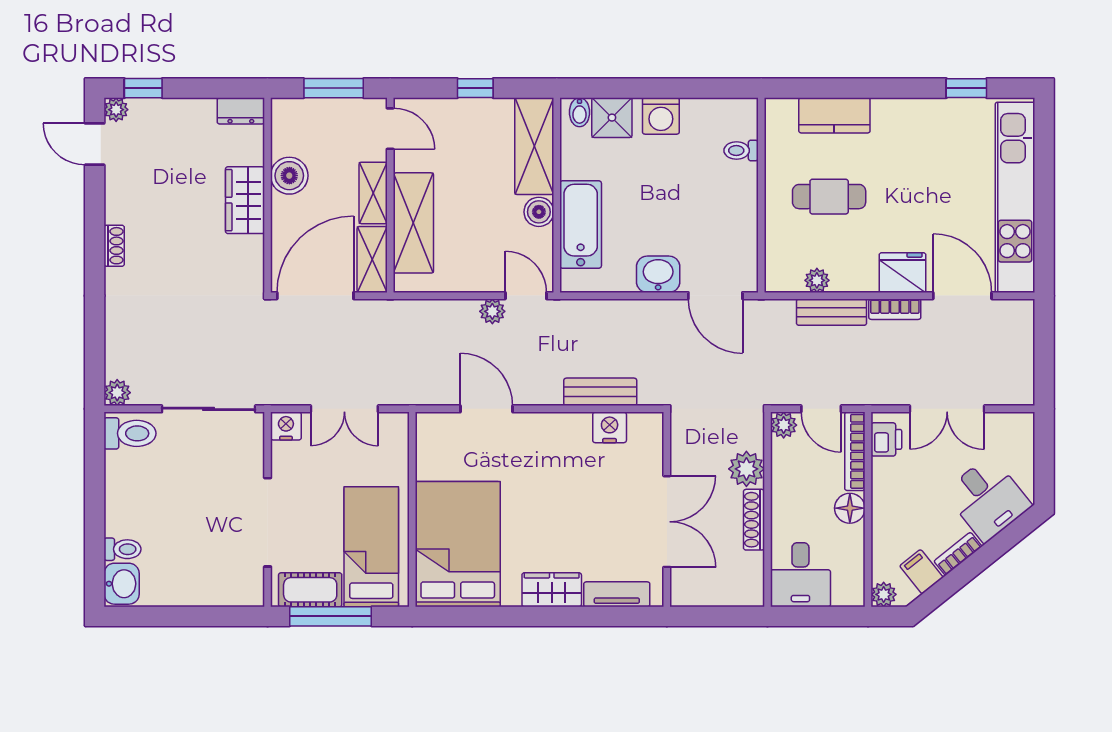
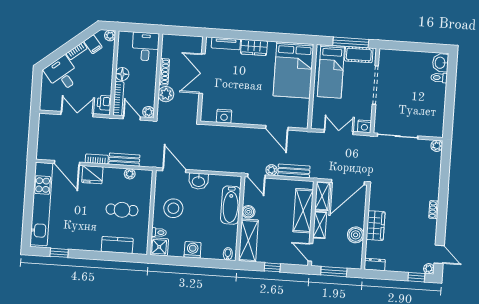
shower: (612, 118) -> (159, 247), moved
stool: (712, 208) -> (173, 208), added
bench: (600, 392) -> (294, 171), moved
toilet: (130, 433) -> (432, 128), removed

